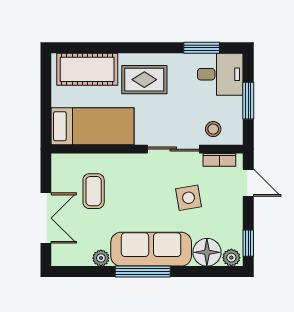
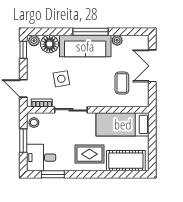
stool: (213, 129) -> (34, 123), moved

